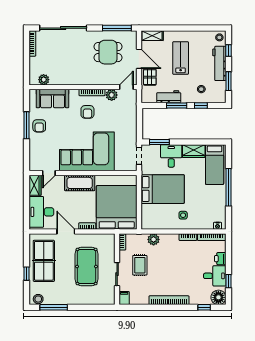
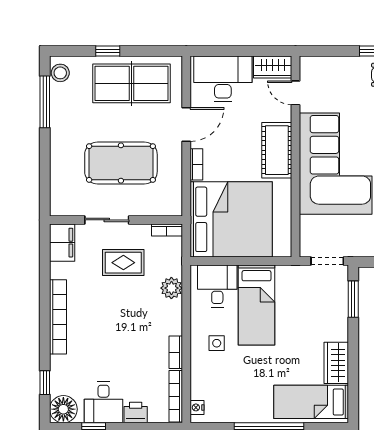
desk: (171, 156) -> (217, 286), moved, turned -90
bed: (163, 189) -> (256, 305), width x0.67
filing cabinet: (124, 298) -> (62, 243), width x2.00

